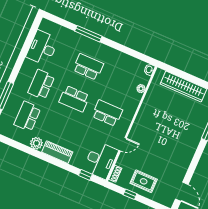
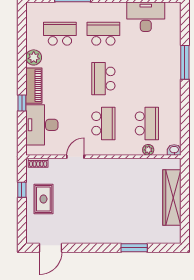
school desk: (88, 67) -> (147, 123), moved
door: (123, 144) -> (75, 157), swing flipped
desk: (101, 160) -> (42, 125), moved, turned 90
window: (85, 175) -> (22, 103), moved

